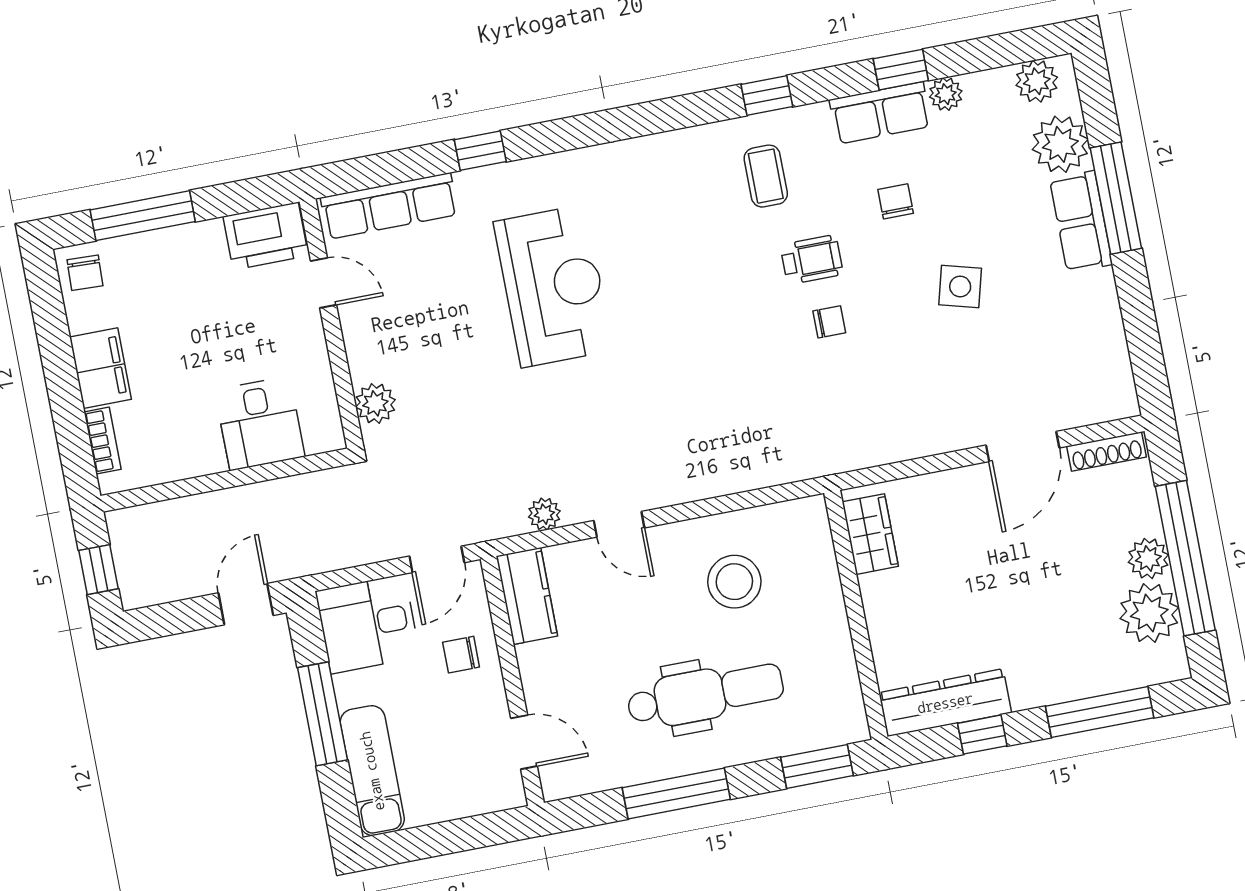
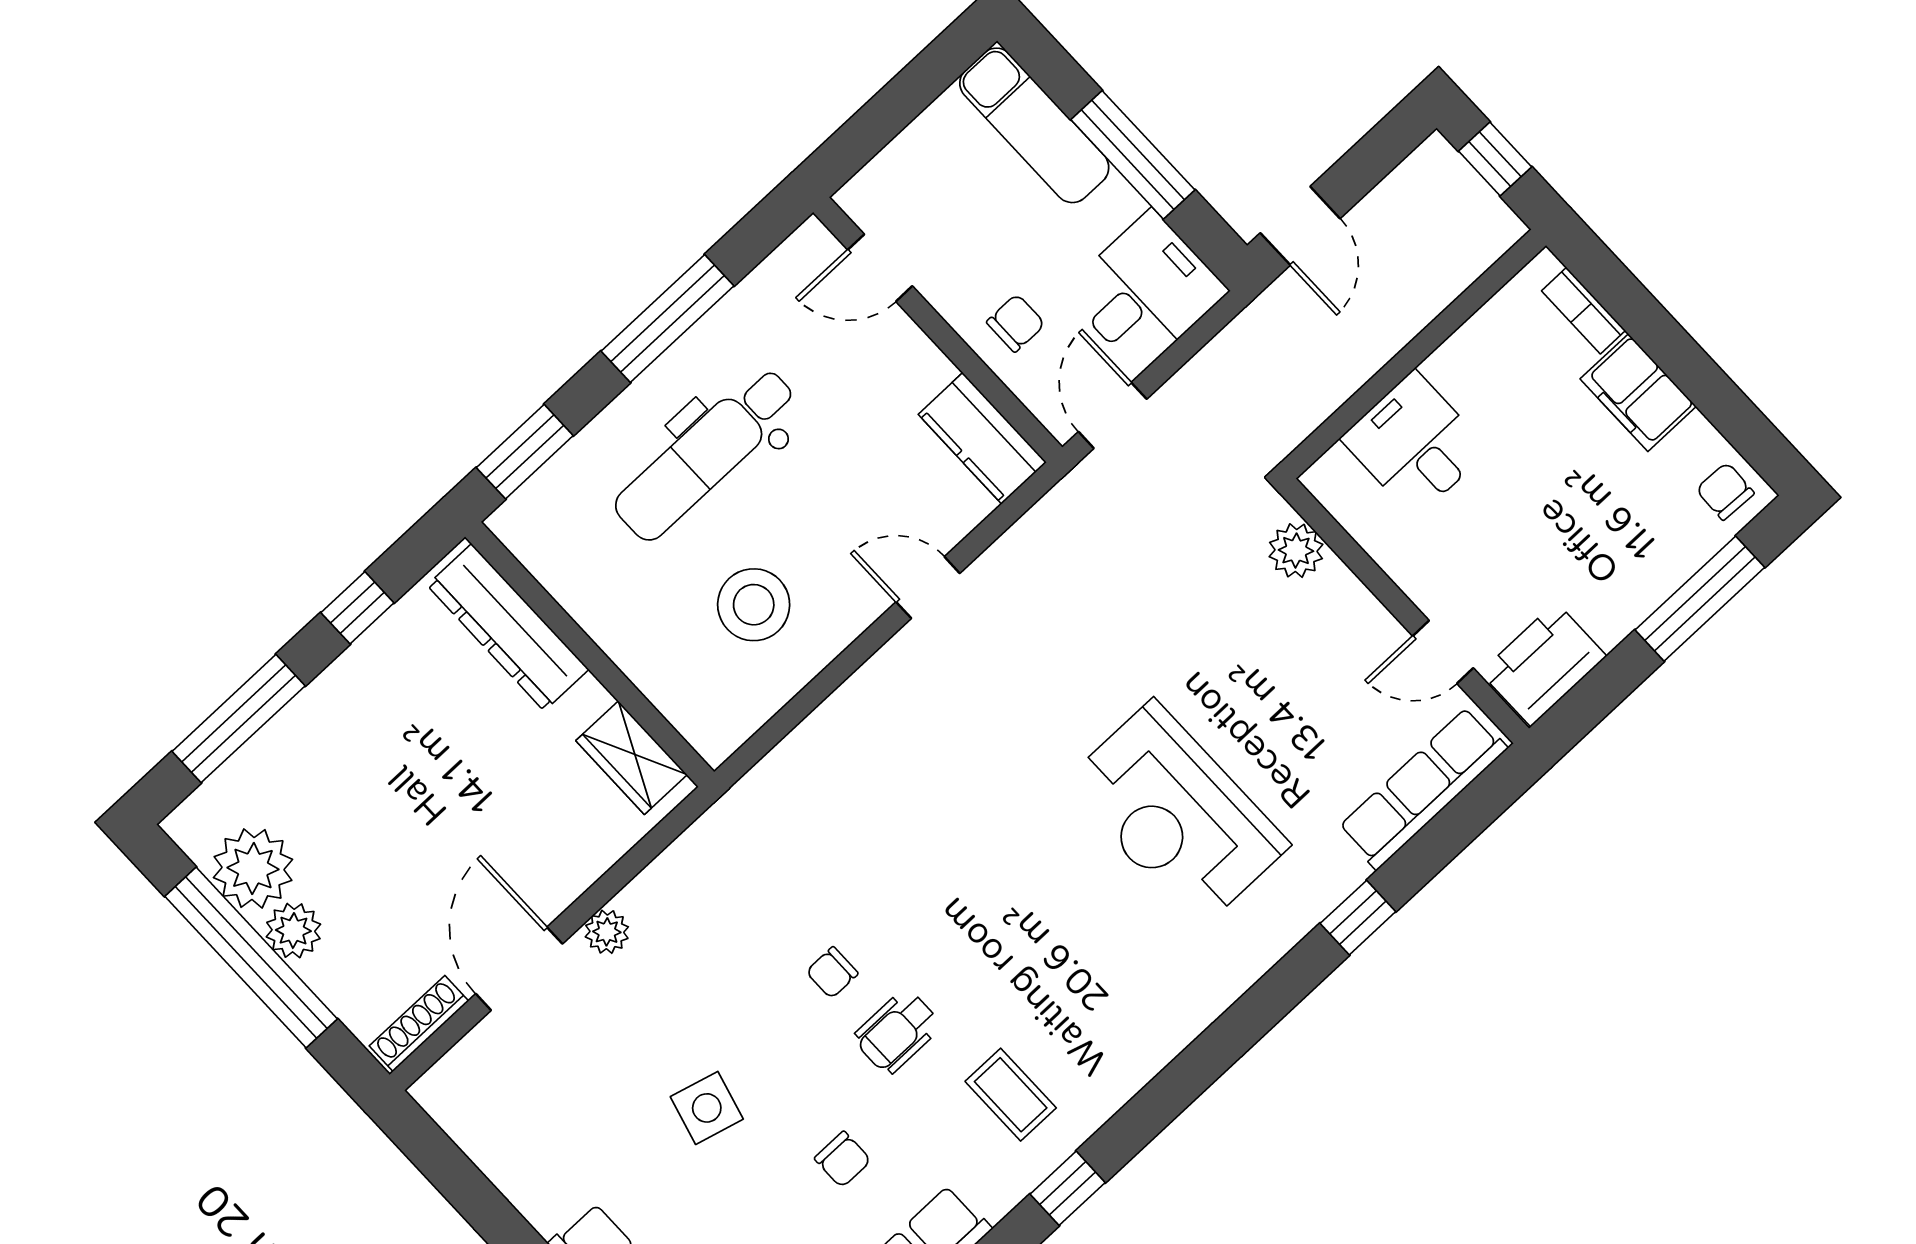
plant: (544, 514) -> (607, 932), moved
dresser: (945, 703) -> (508, 627), moved, turned 90

